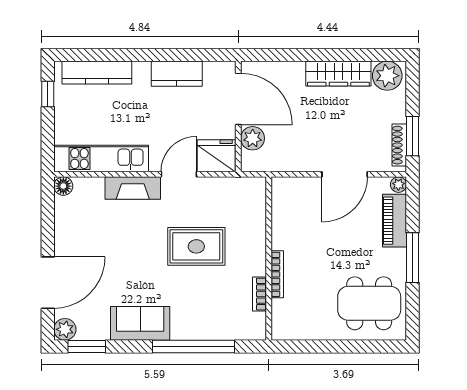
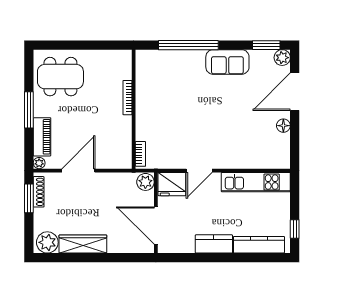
kitchen counter: (177, 74) -> (214, 244), moved
plant: (253, 138) -> (145, 182), moved
floor lamp: (63, 186) -> (283, 126), moved
fireplace: (133, 188) -> (233, 161), removed
rug: (196, 246) -> (186, 118), removed
bookcase: (259, 294) -> (140, 154), moved

